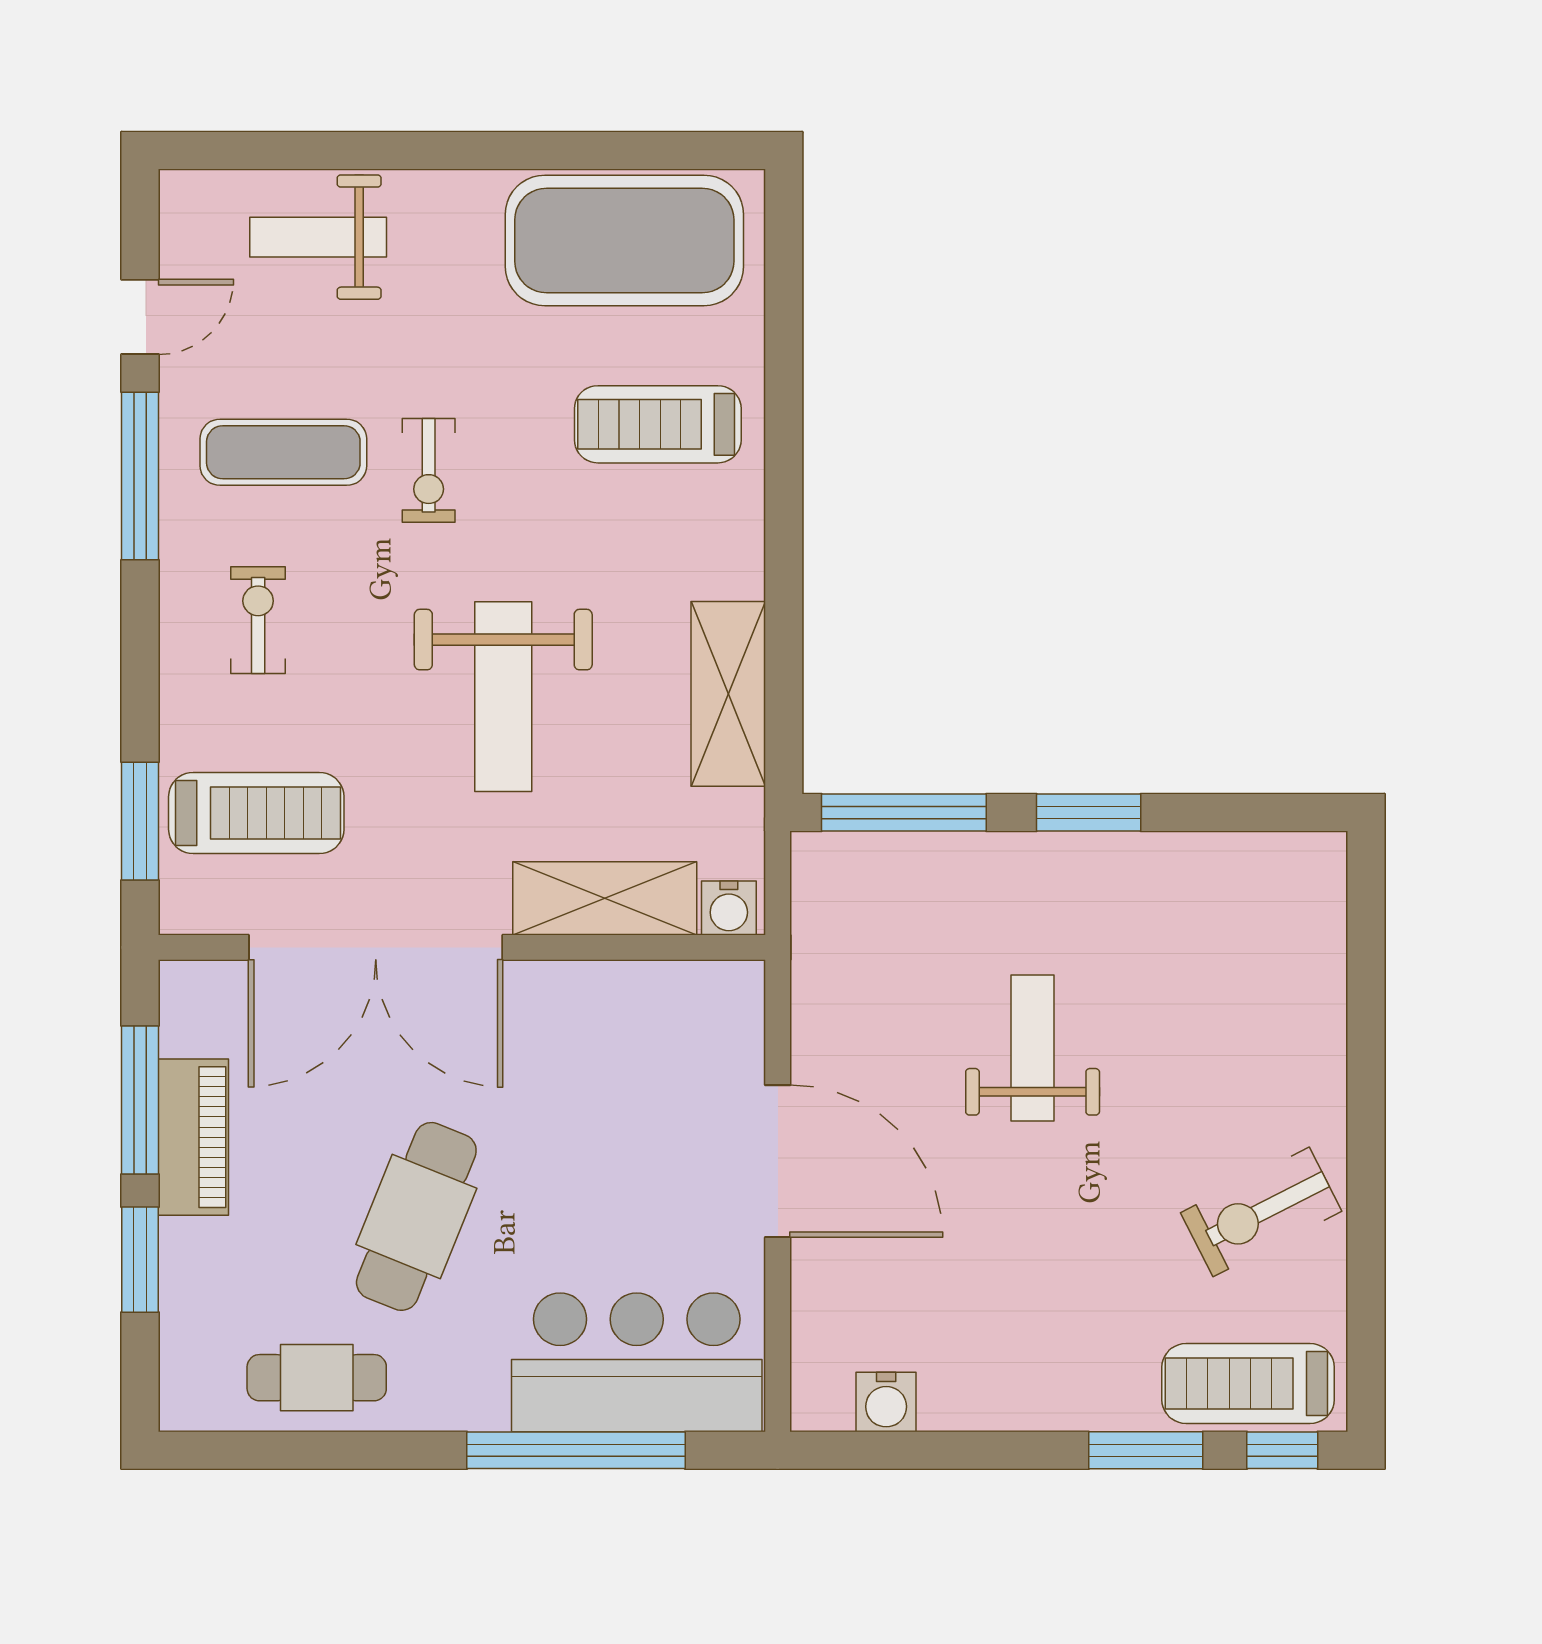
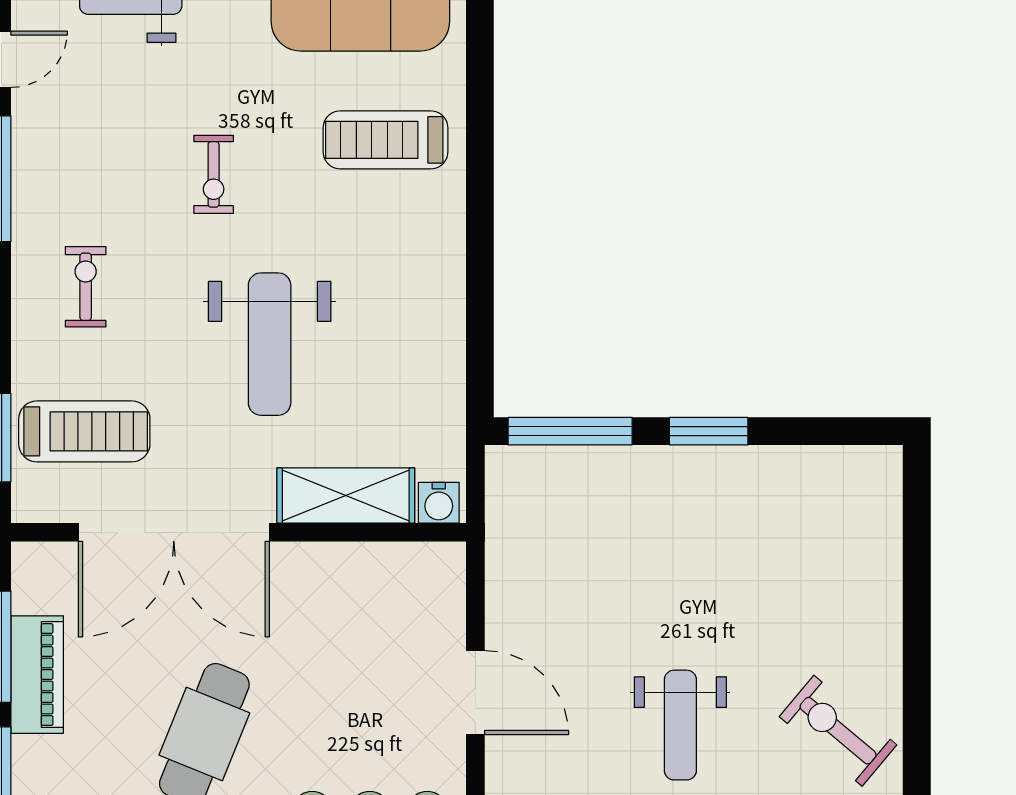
exercise mat: (283, 452) -> (105, 161), removed
shelving: (728, 694) -> (438, 342), removed
weight bench: (1033, 1048) -> (680, 725), moved, turned 180
door: (778, 1161) -> (475, 693), width x0.73
exercise bike: (1261, 1212) -> (838, 731), turned 67

